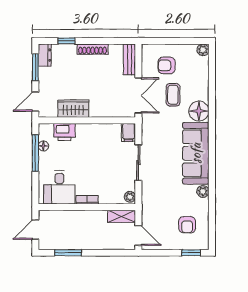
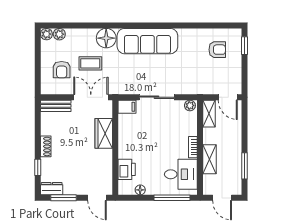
shoe rack: (93, 49) -> (46, 146), width x0.70
wardrobe: (73, 109) -> (104, 133), moved
window: (35, 153) -> (172, 198), moved
plant: (203, 191) -> (59, 34), moved
shelving: (75, 217) -> (210, 159), added
door: (138, 236) -> (228, 97), swing flipped

